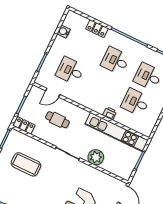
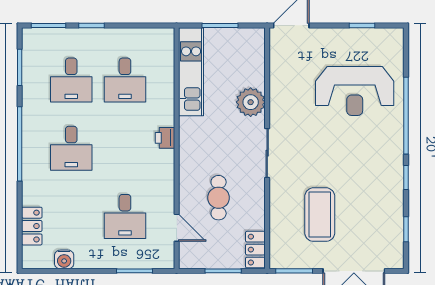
locker: (97, 29) -> (32, 226), moved
printer: (109, 113) -> (165, 138), moved
kitchen unit: (117, 132) -> (191, 72), width x0.73

